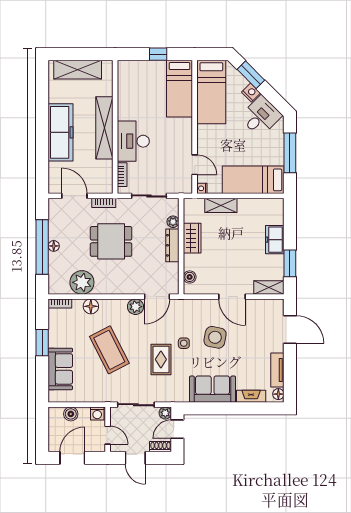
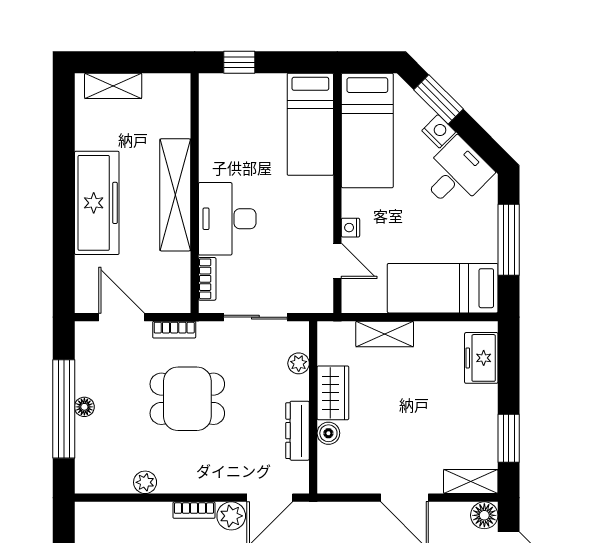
window: (158, 54) -> (239, 62), moved
shelving: (78, 70) -> (113, 86), width x0.67, depth x0.75
nightstand: (202, 188) -> (350, 228), moved
freezer: (275, 240) -> (481, 358), moved
dresser: (172, 245) -> (298, 431), moved
boiler: (190, 277) -> (328, 433), moved
plant: (82, 282) -> (145, 482), width x0.53, depth x0.53
bookcase: (60, 303) -> (194, 510), moved
floor lamp: (91, 306) -> (484, 515), moved

